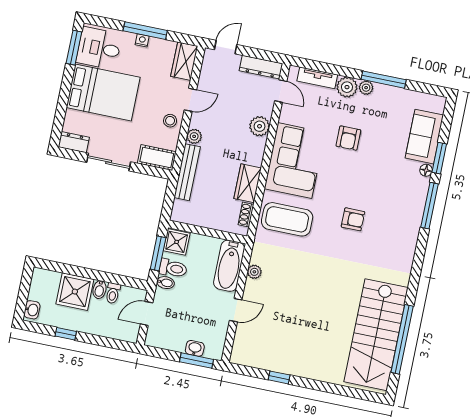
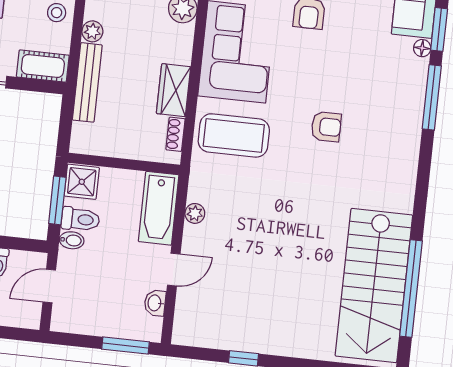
washbasin: (195, 348) -> (155, 303), moved, turned -90

